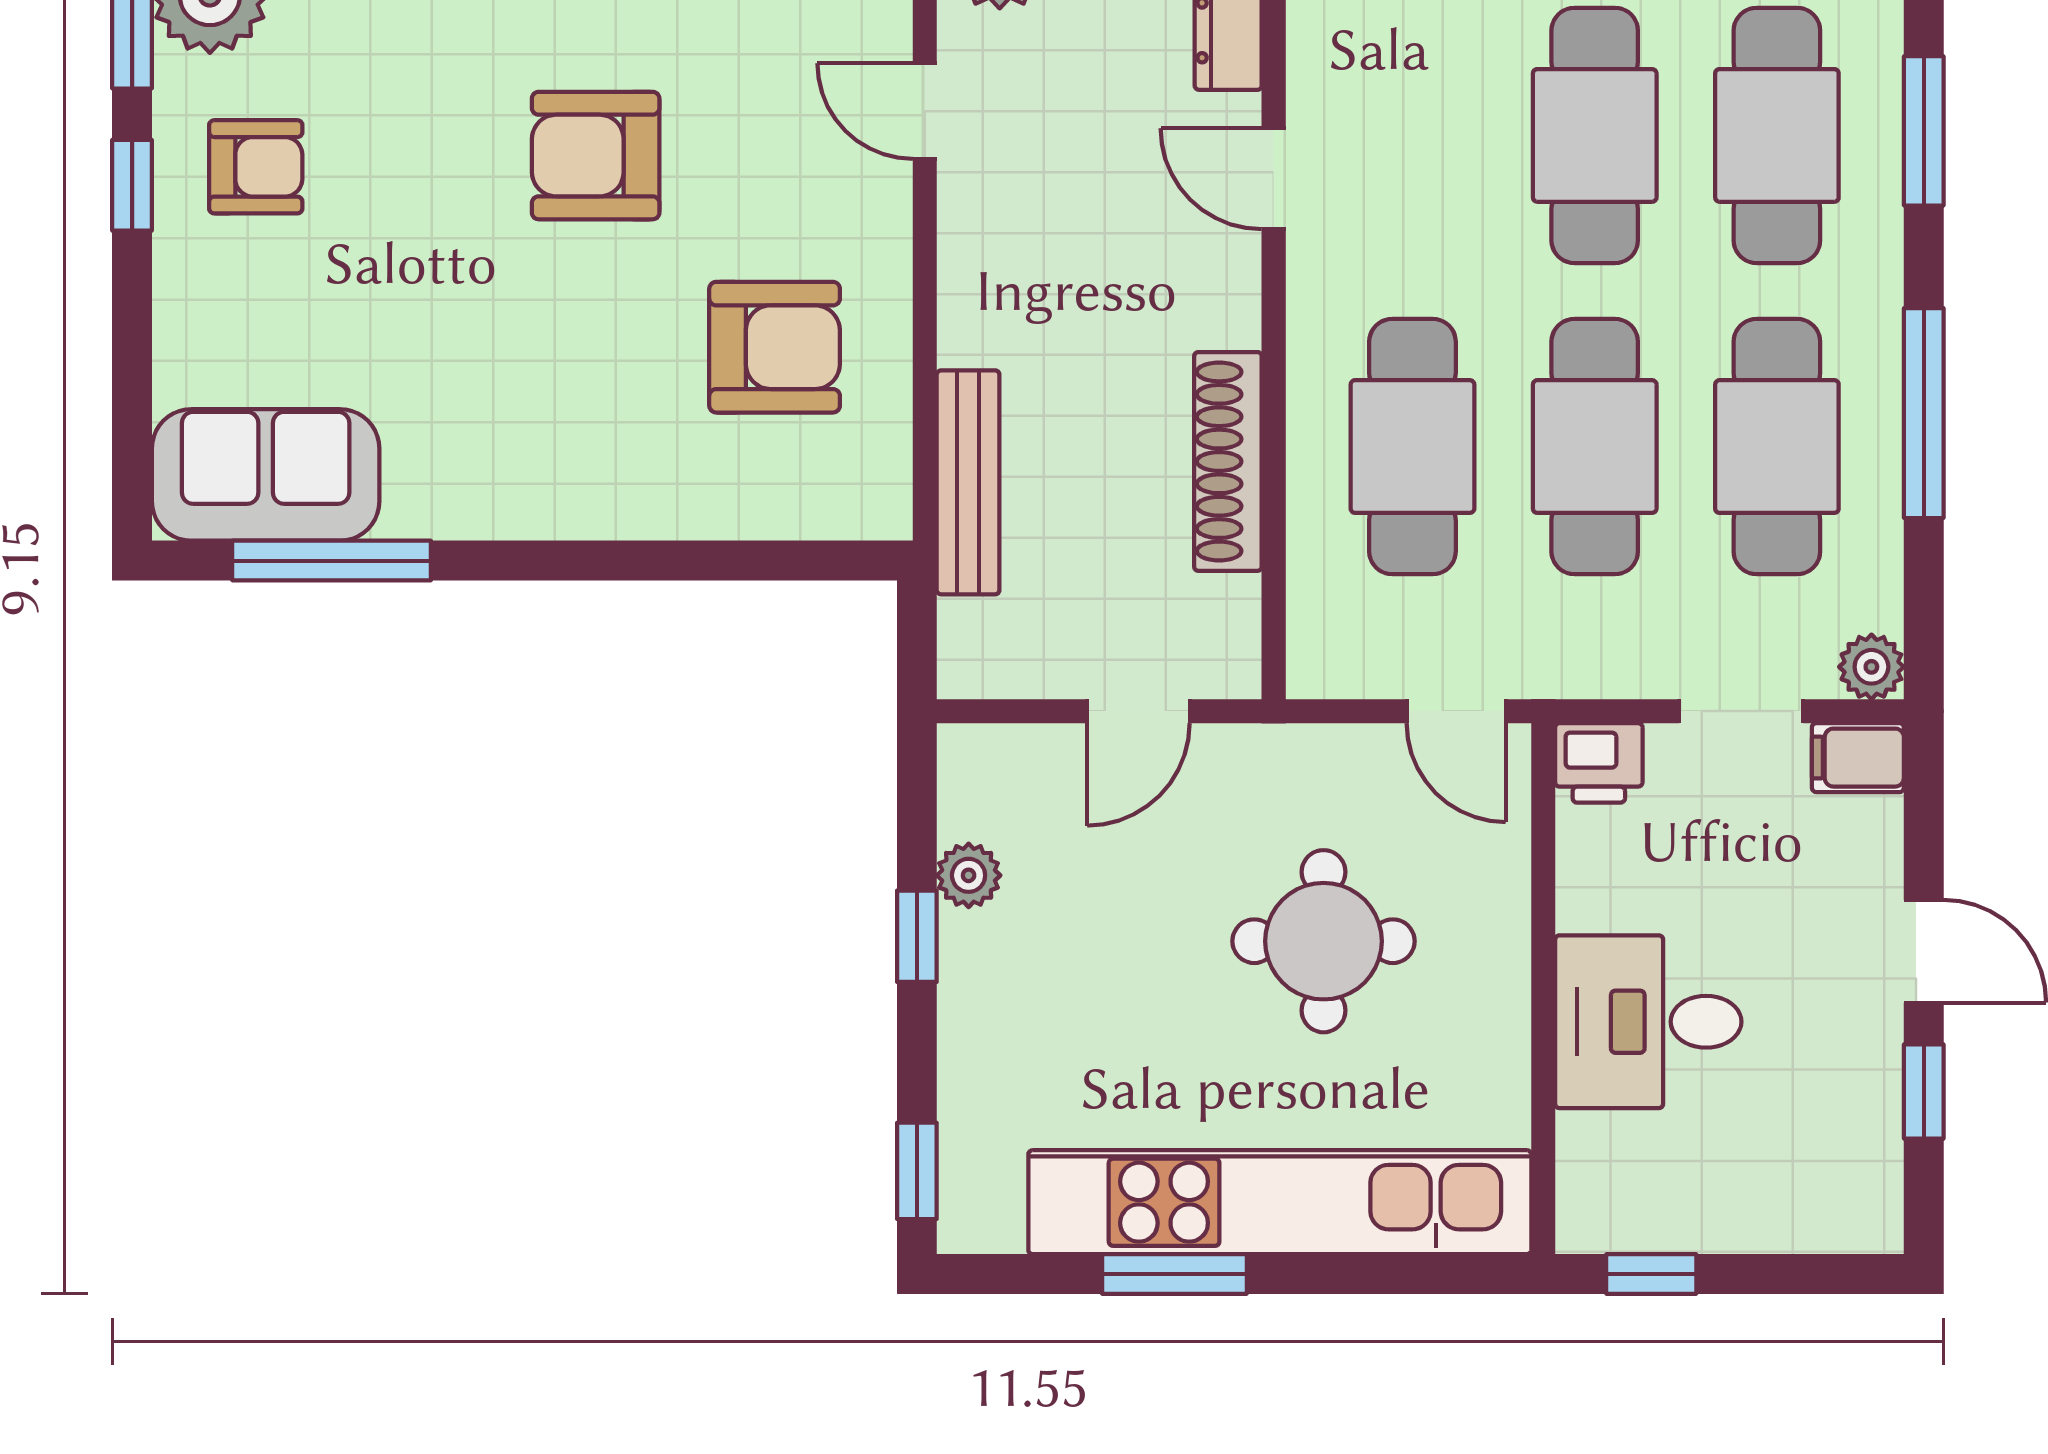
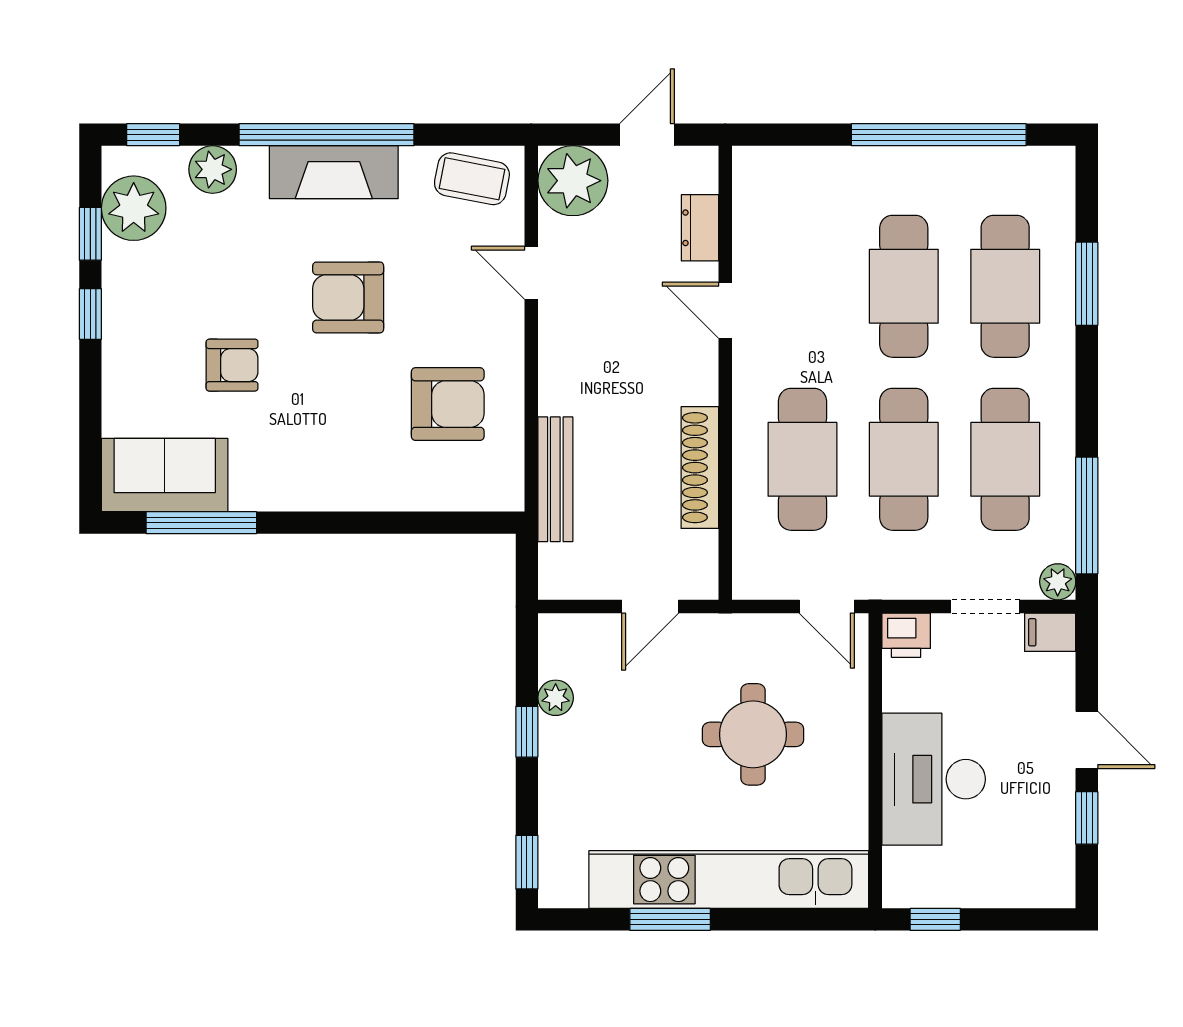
armchair: (256, 167) -> (232, 365), moved
window: (1924, 413) -> (1087, 515), moved
desk: (1648, 1022) -> (934, 779), width x1.37

